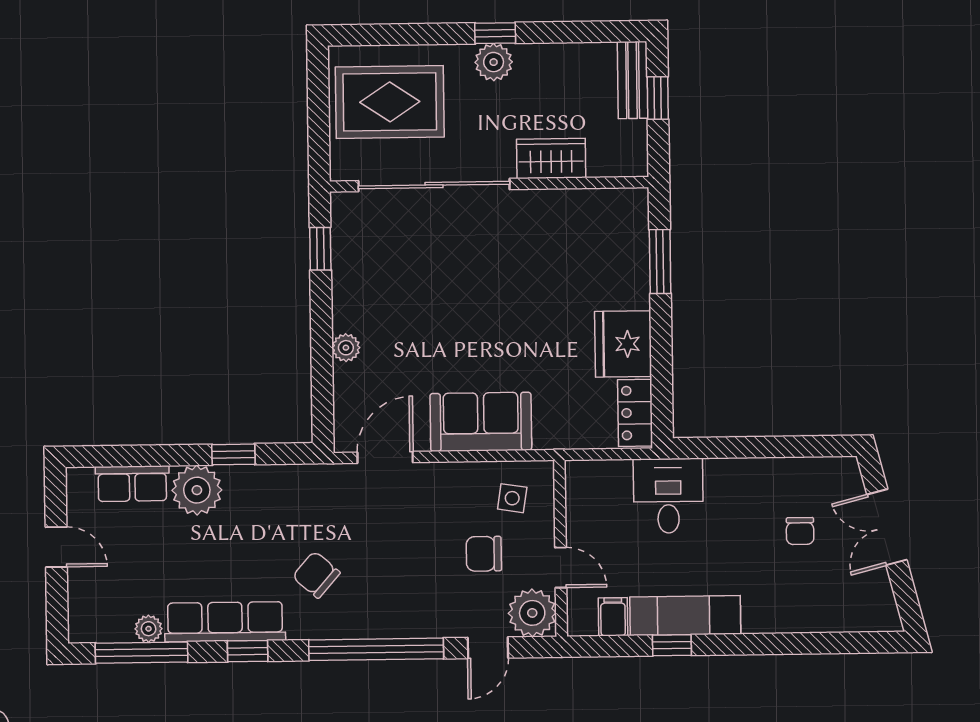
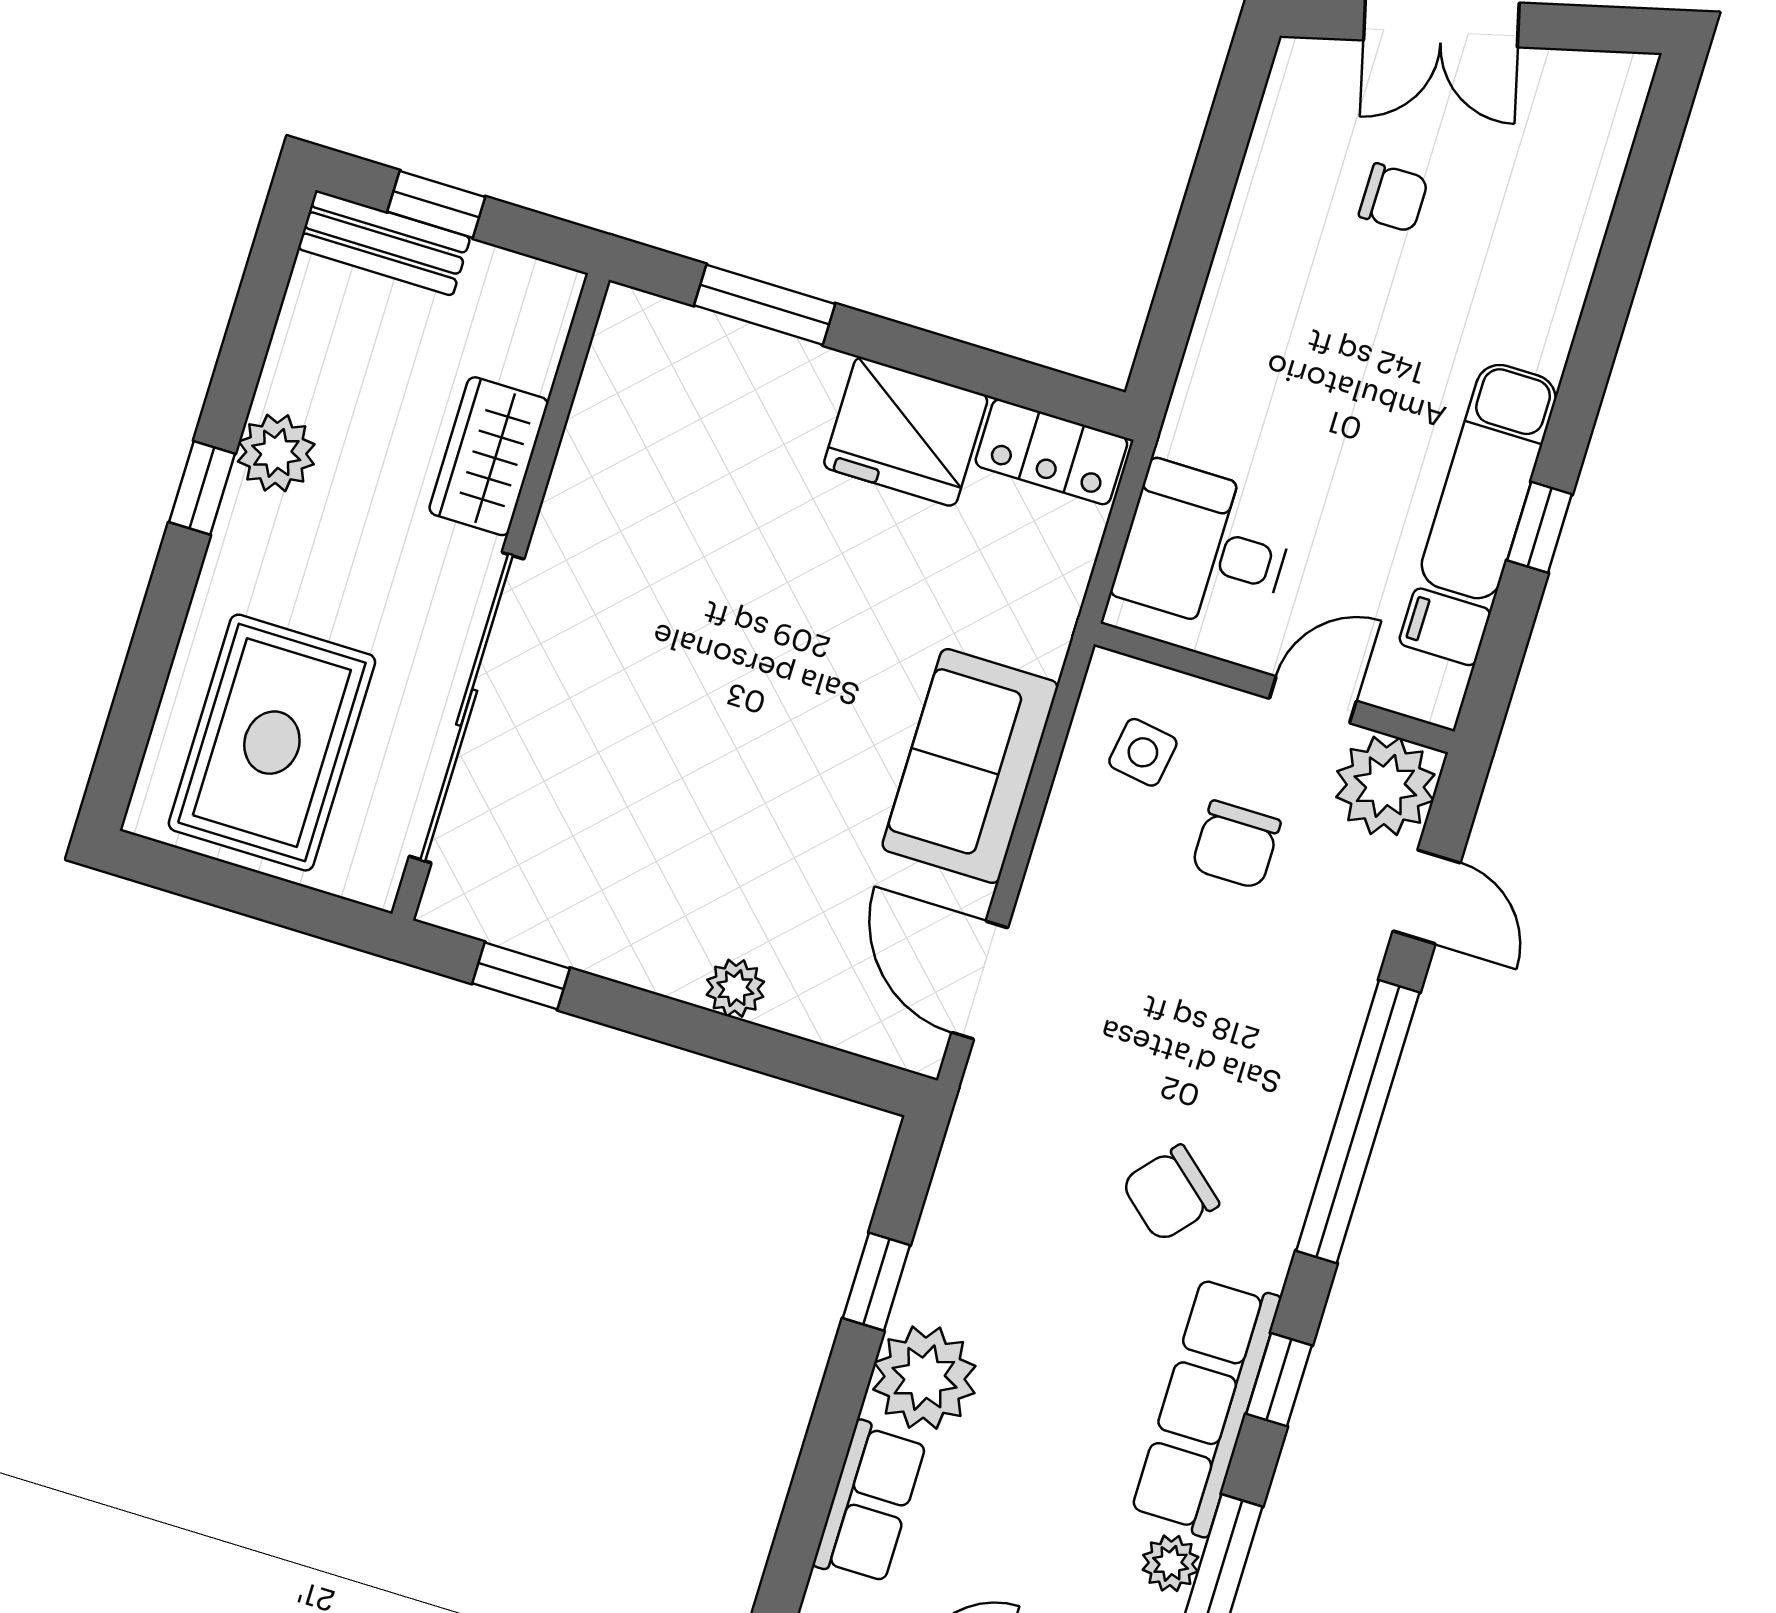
plant: (494, 62) -> (276, 453), moved
desk: (668, 496) -> (1205, 548), moved

